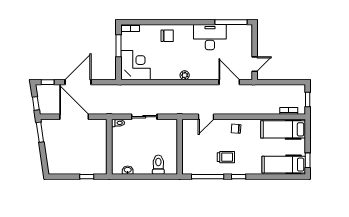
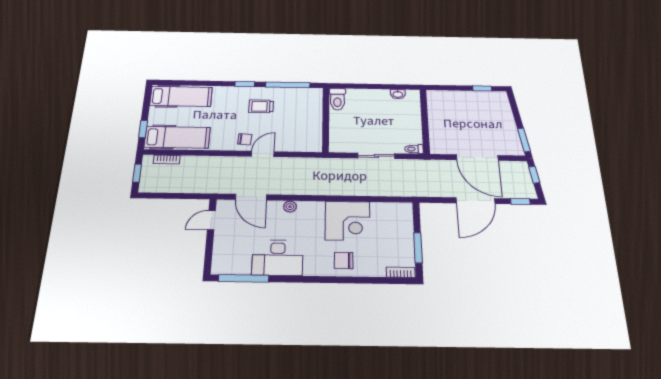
corner desk: (135, 65) -> (348, 221), moved, turned -90
plant: (185, 75) -> (290, 207), moved
door: (206, 117) -> (263, 154), moved
window: (308, 160) -> (143, 129), moved
toilet: (158, 165) -> (337, 99), moved
window: (87, 177) -> (482, 88), moved

